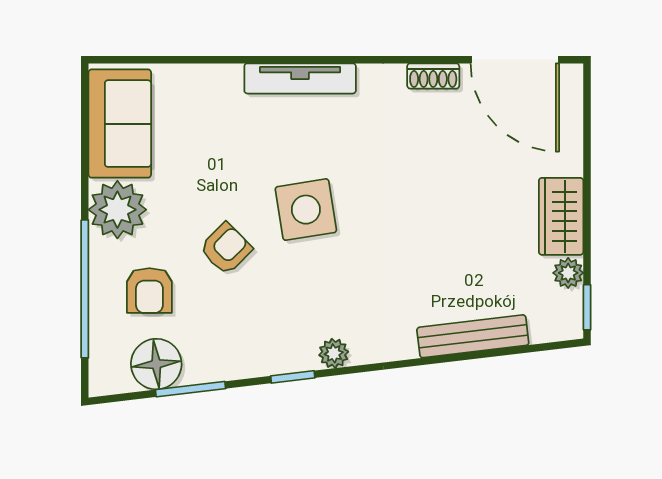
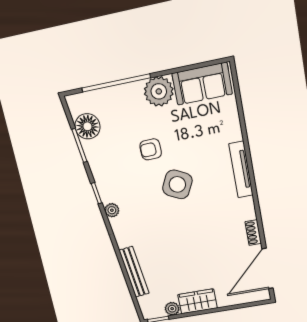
side table: (306, 210) -> (177, 184), turned 36
armchair: (226, 249) -> (151, 149), turned 134
armchair: (149, 291) -> (122, 116), removed

